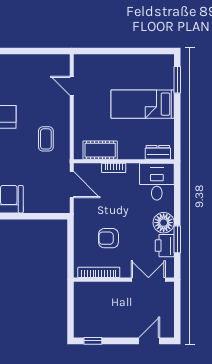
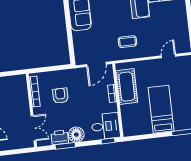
cot: (100, 150) -> (127, 87), width x1.37, depth x1.34
dresser: (158, 152) -> (127, 124), removed
window: (177, 181) -> (108, 141), added

